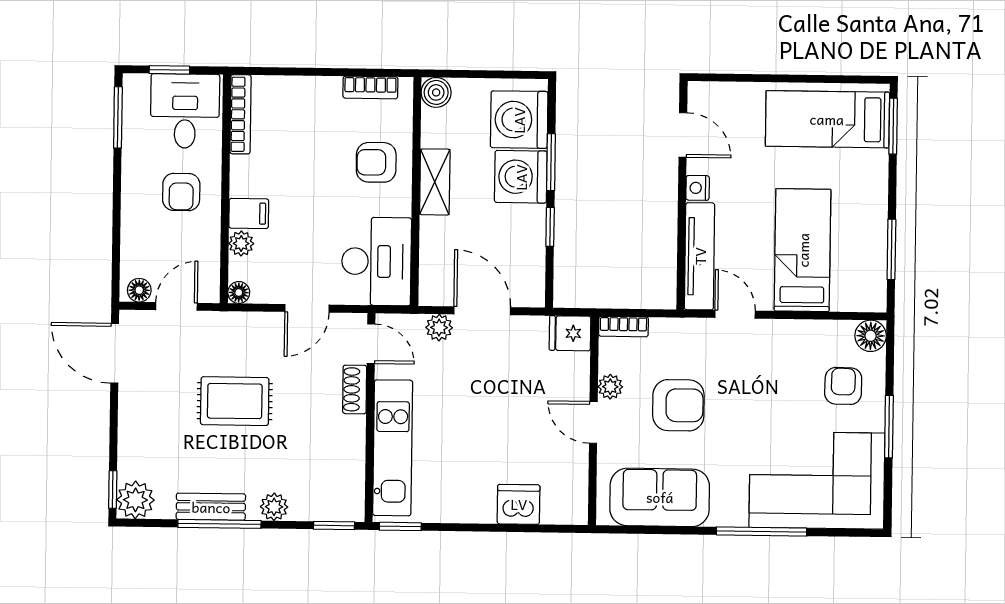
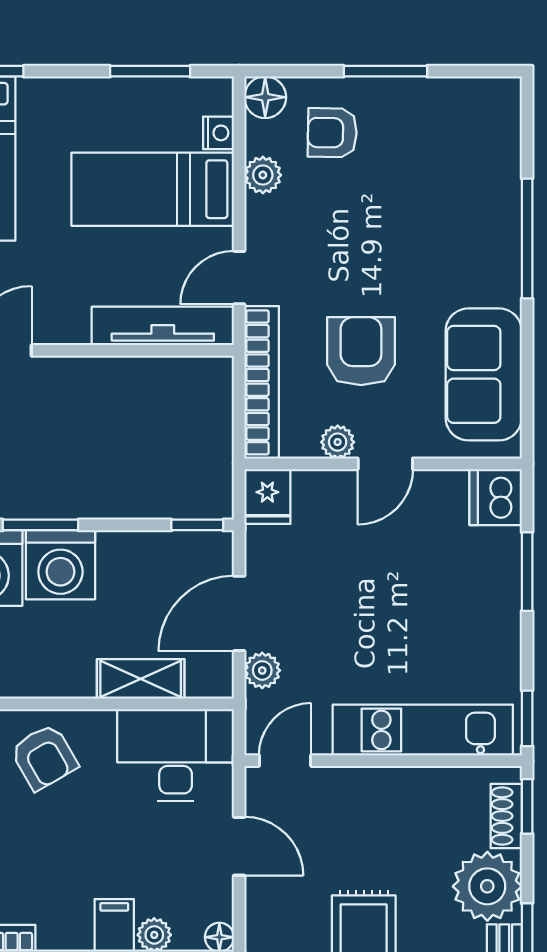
armchair: (376, 162) -> (44, 757), turned -30
shelving: (435, 182) -> (141, 679), moved
nightstand: (698, 188) -> (218, 133), moved, turned -90
window: (550, 227) -> (197, 525), moved
bookcase: (623, 327) -> (262, 382), width x2.31, depth x1.31
plant: (812, 333) -> (263, 175), added
shoe rack: (355, 389) -> (506, 816), moved, turned 90
corner sofa: (817, 480) -> (458, 166), removed
dishwasher: (519, 504) -> (496, 497), moved
plant: (274, 507) -> (487, 886), width x1.88, depth x1.88
window: (511, 528) -> (527, 572), added

